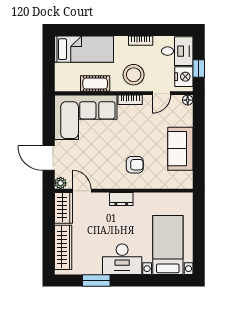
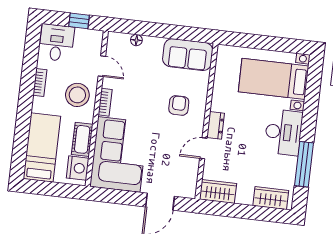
nightstand: (184, 77) -> (78, 168), moved, turned 90
floor lamp: (188, 100) -> (136, 40), moved
sofa: (180, 149) -> (188, 55), moved
plant: (60, 183) -> (190, 192), removed
door: (82, 191) -> (203, 148), moved
wardrobe: (63, 247) -> (271, 198), width x0.67
window: (96, 280) -> (304, 164), width x1.44

